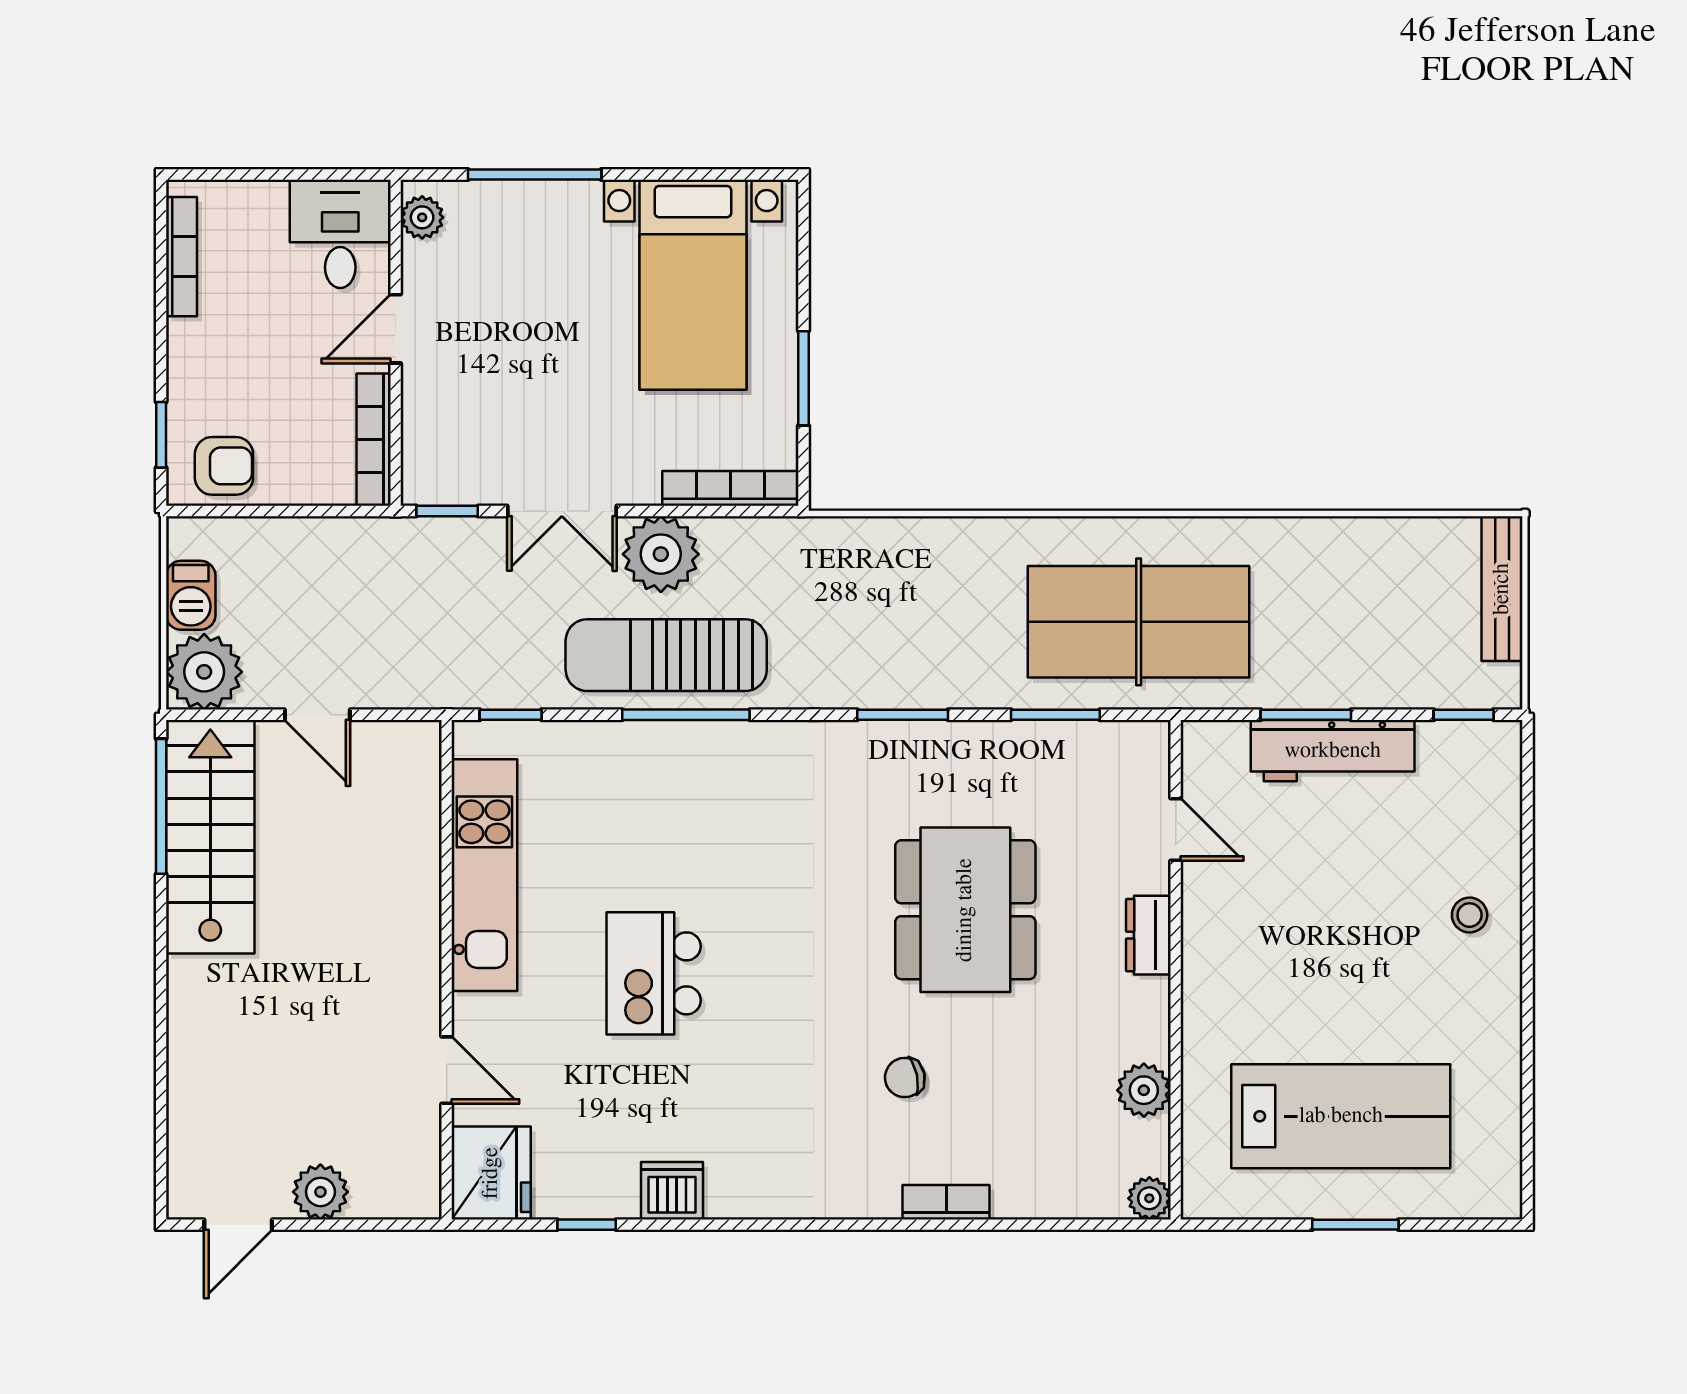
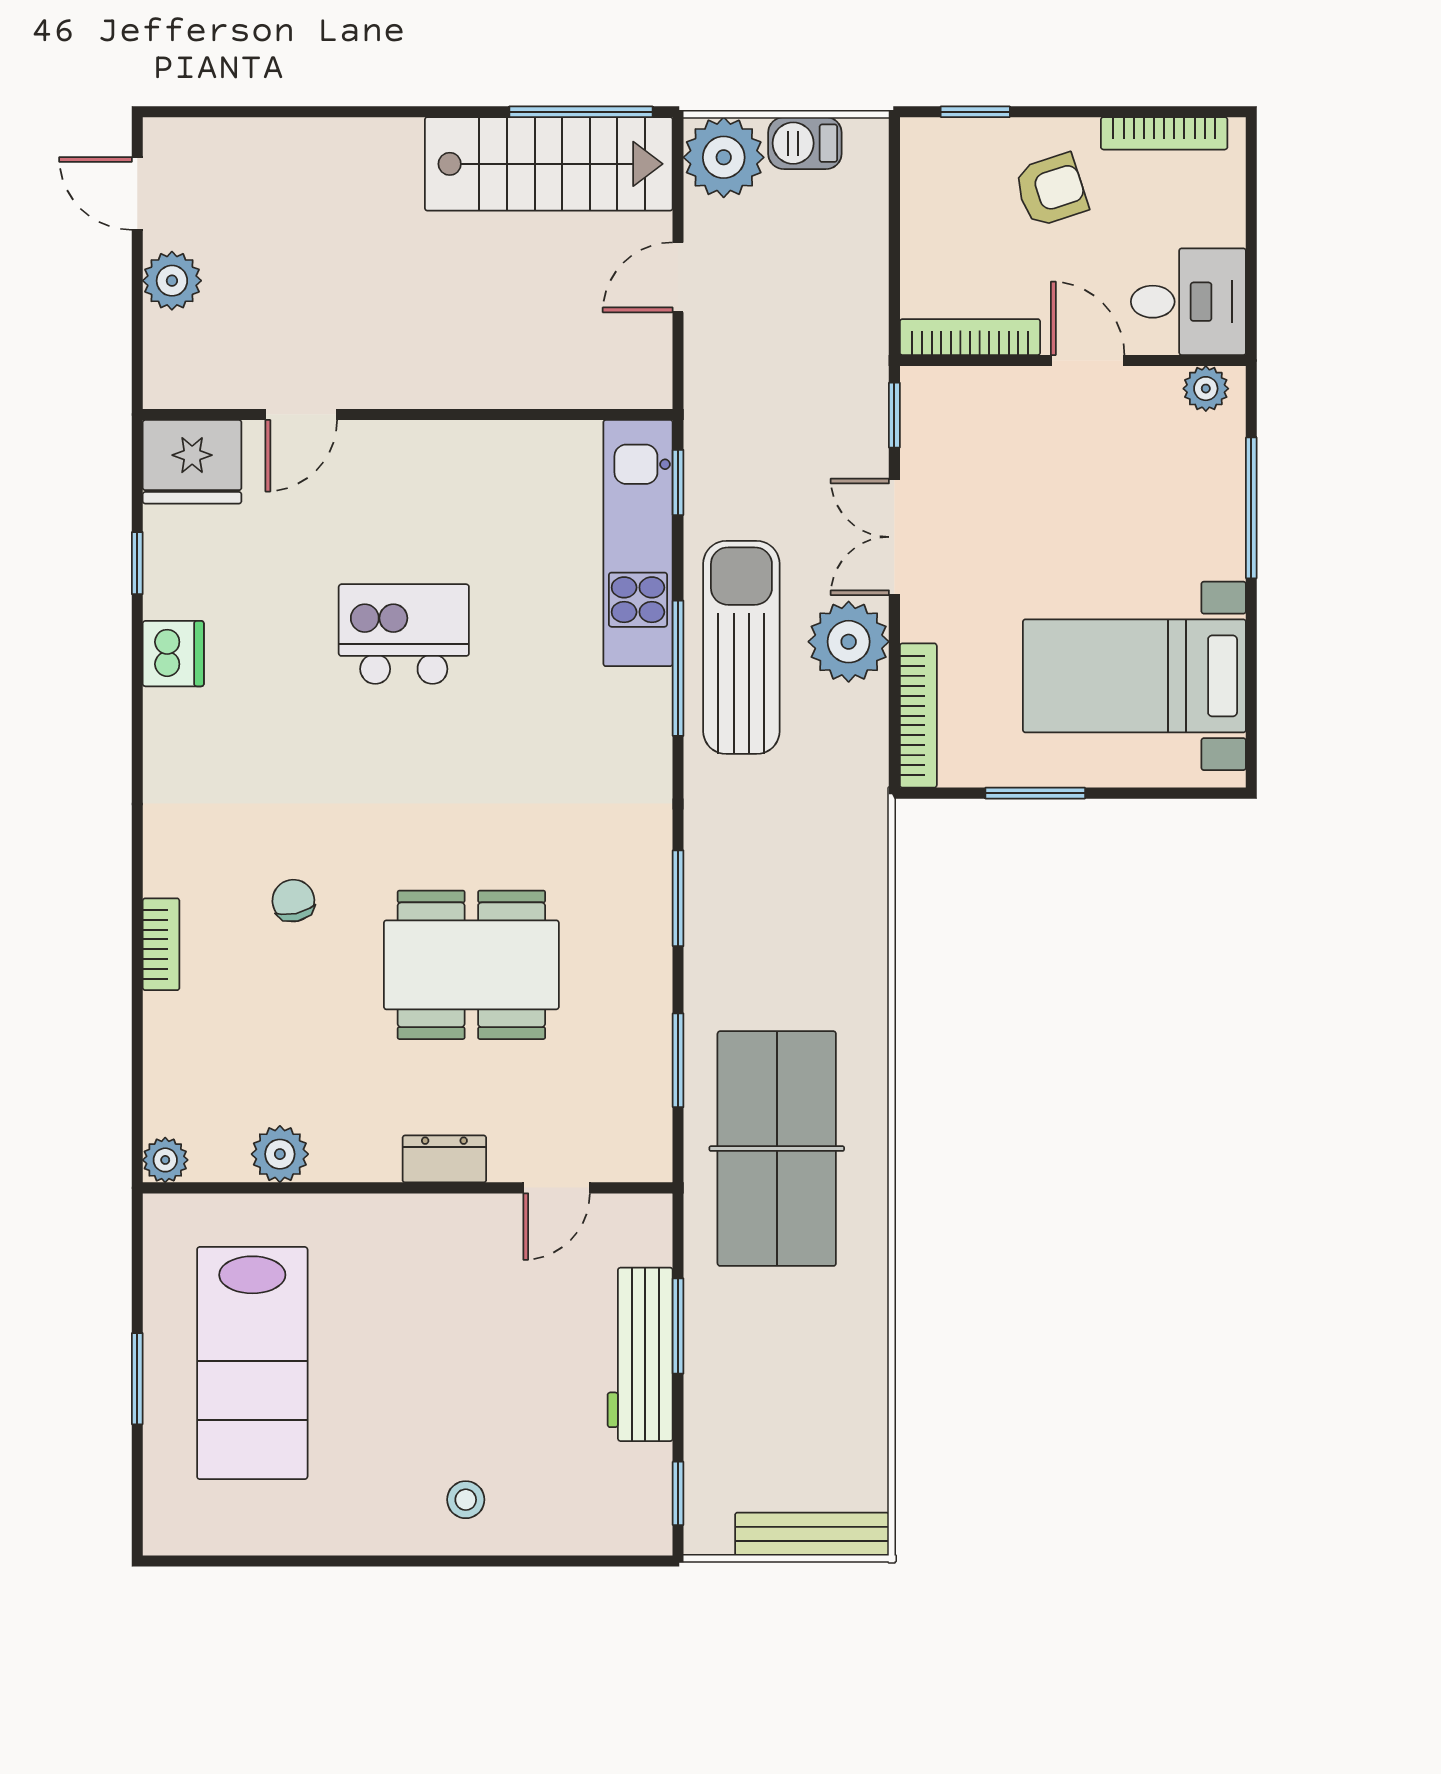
armchair: (224, 466) -> (1051, 190), moved, turned -108
kitchen unit: (484, 875) -> (638, 543), moved, turned 90

